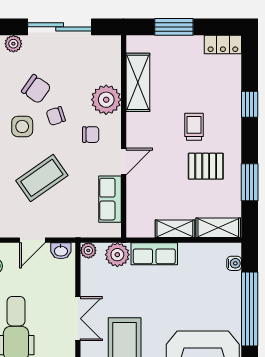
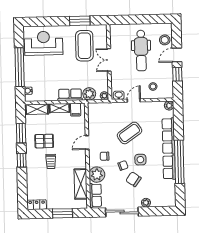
window: (250, 104) -> (22, 160), moved
row of seats: (110, 199) -> (95, 195), moved
filing cabinet: (144, 225) -> (76, 110), added

